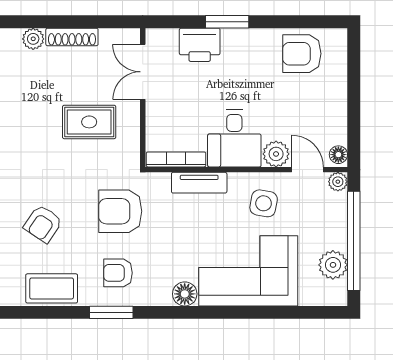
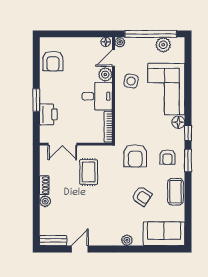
shoe rack: (72, 37) -> (44, 185), width x0.70
tv unit: (199, 183) -> (120, 115), removed
window: (164, 312) -> (188, 133), added

